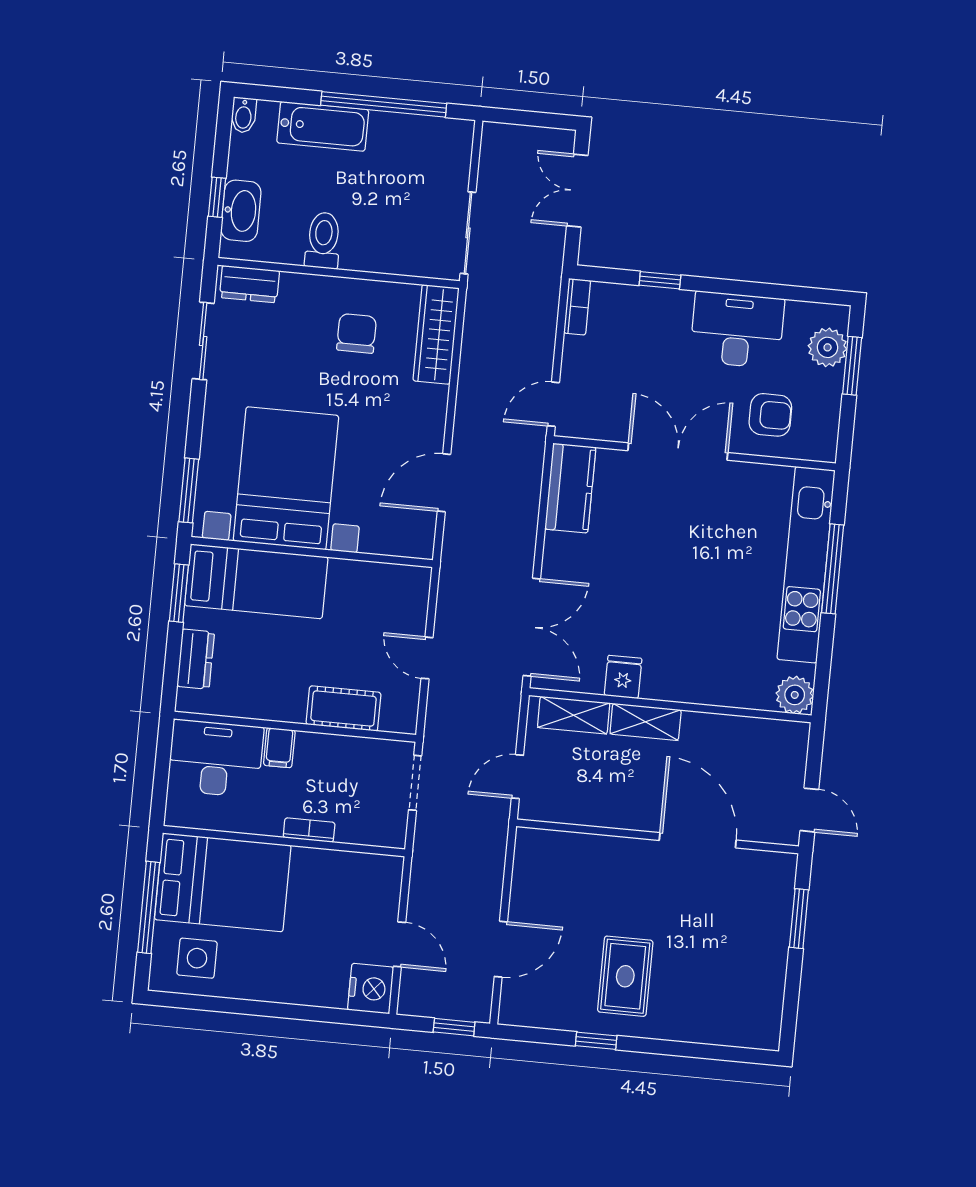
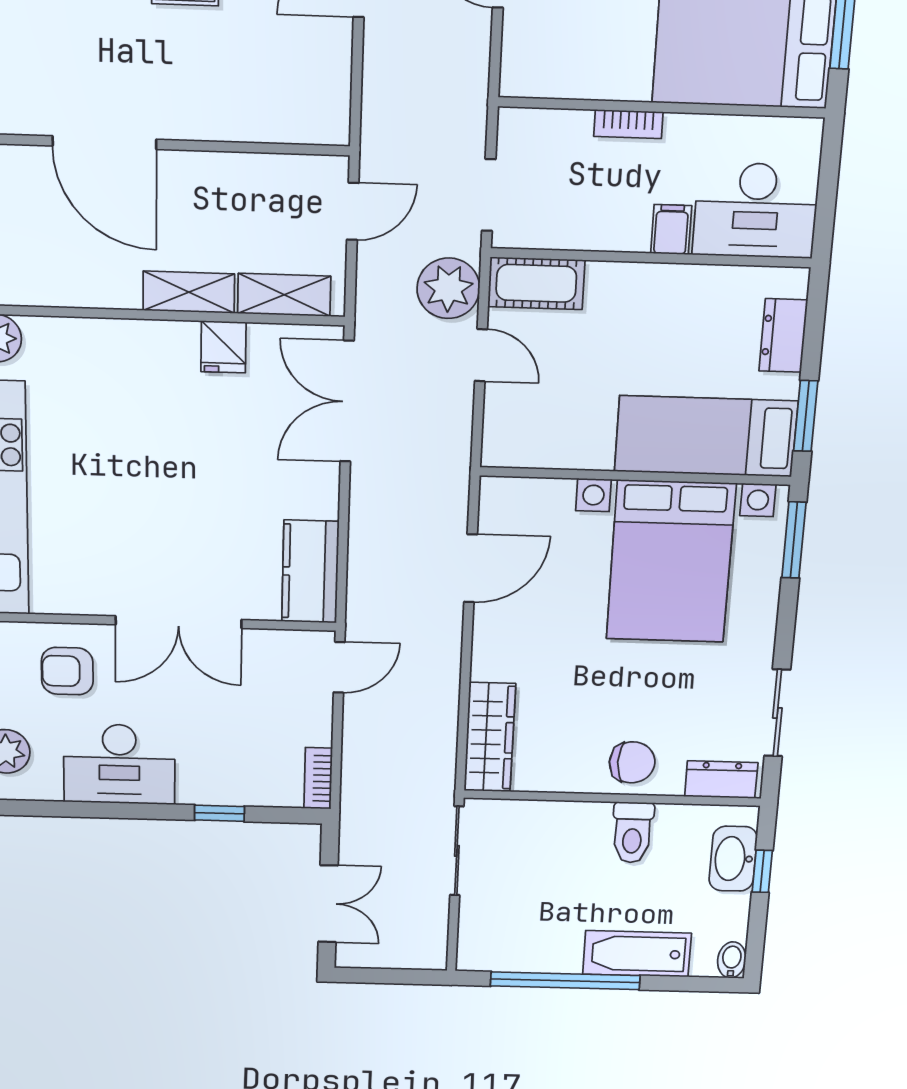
chair: (357, 333) -> (632, 762), moved, turned -90
cot: (344, 708) -> (536, 283), moved
plant: (449, 712) -> (448, 288), added

